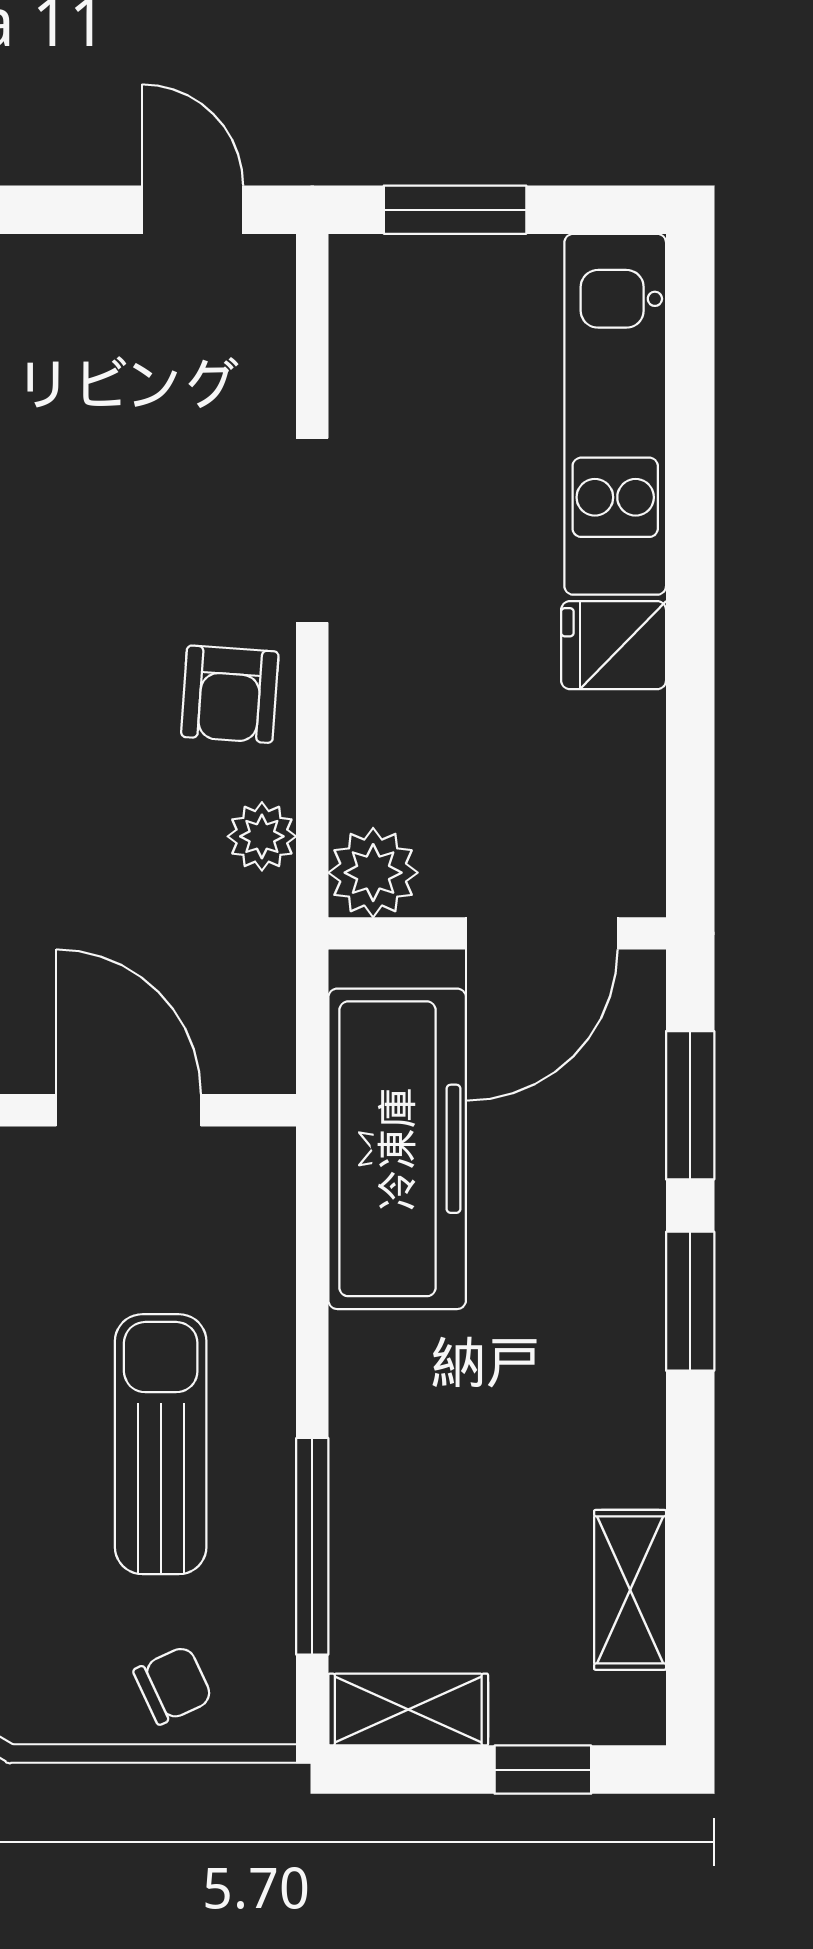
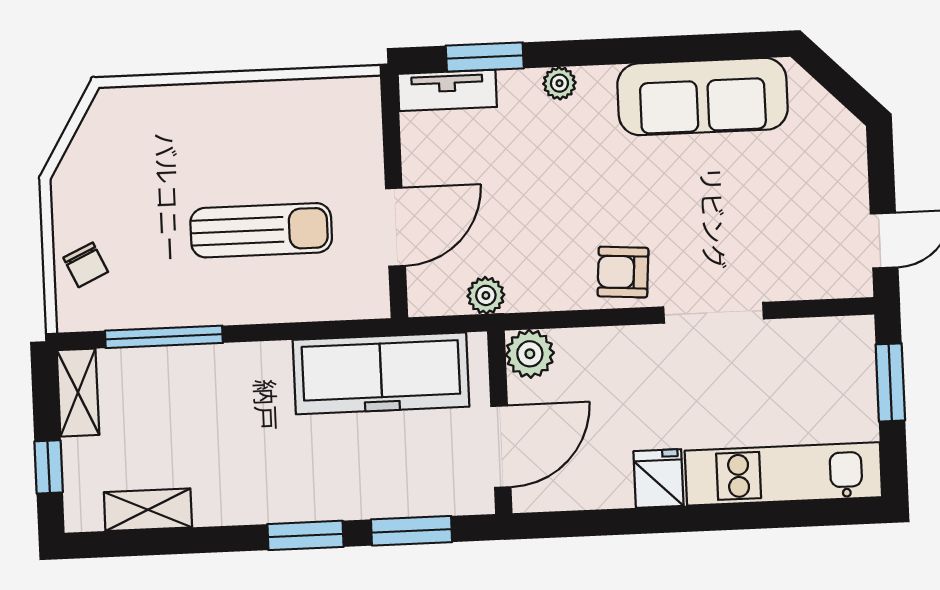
plant: (262, 836) -> (486, 295), moved
door: (542, 933) -> (501, 447), swing flipped
sun lounger: (161, 1444) -> (261, 230), moved

